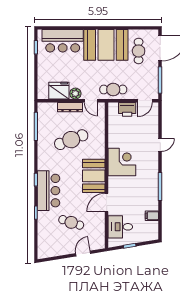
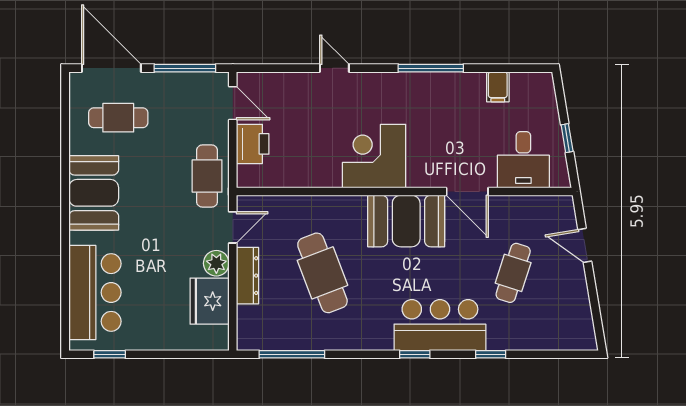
booth: (106, 45) -> (94, 193), width x0.73, depth x0.70

